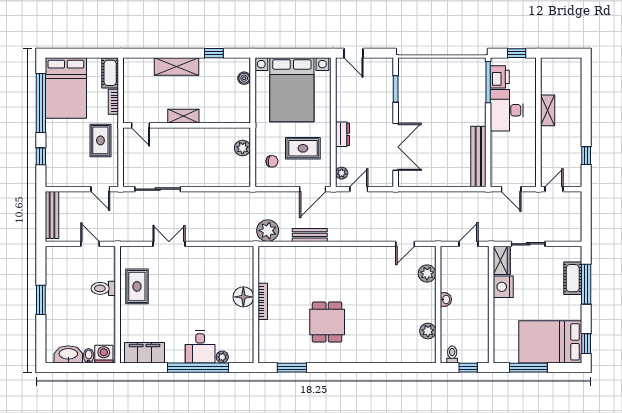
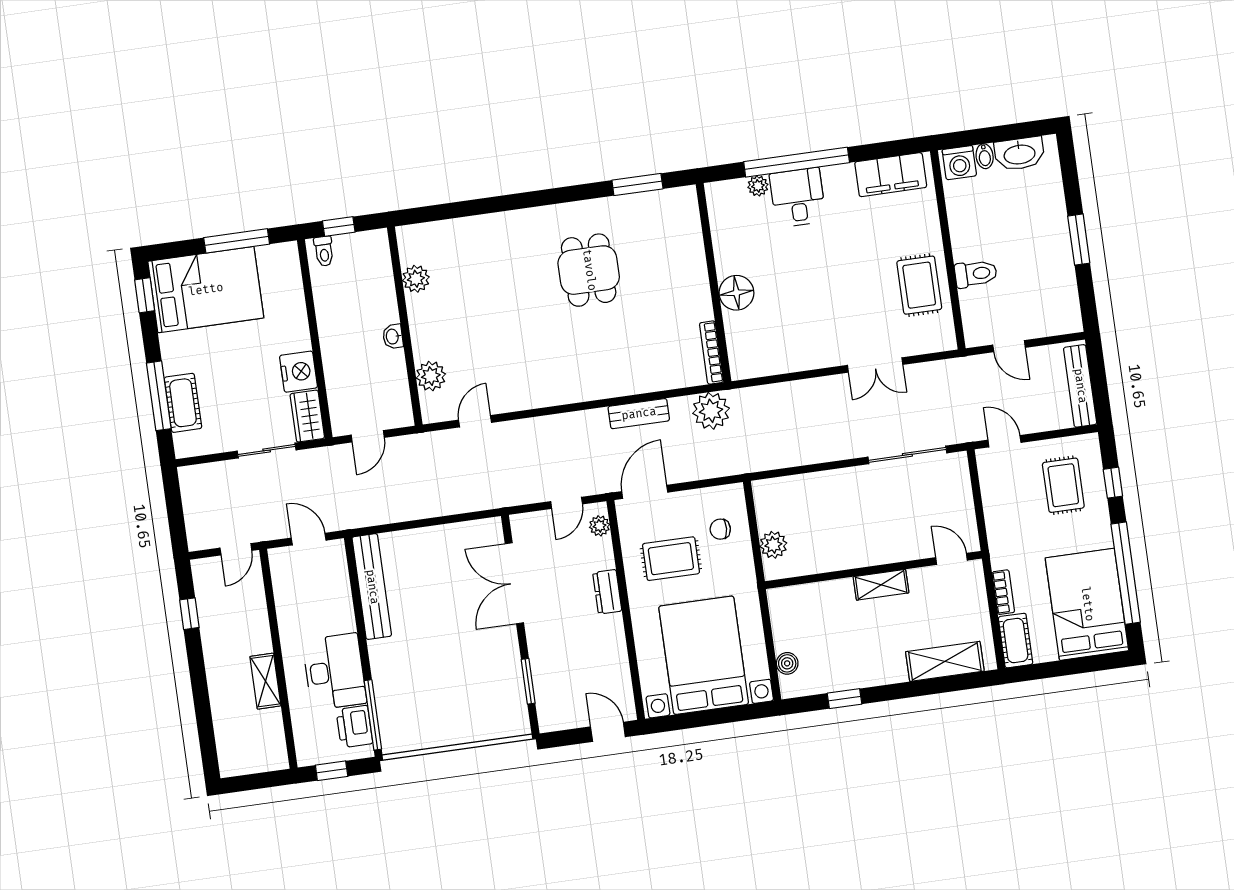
shelving: (177, 67) -> (945, 661), moved
rug: (100, 140) -> (1063, 485), moved
bookcase: (263, 301) -> (711, 353), moved
toilet: (452, 354) -> (324, 251), moved

